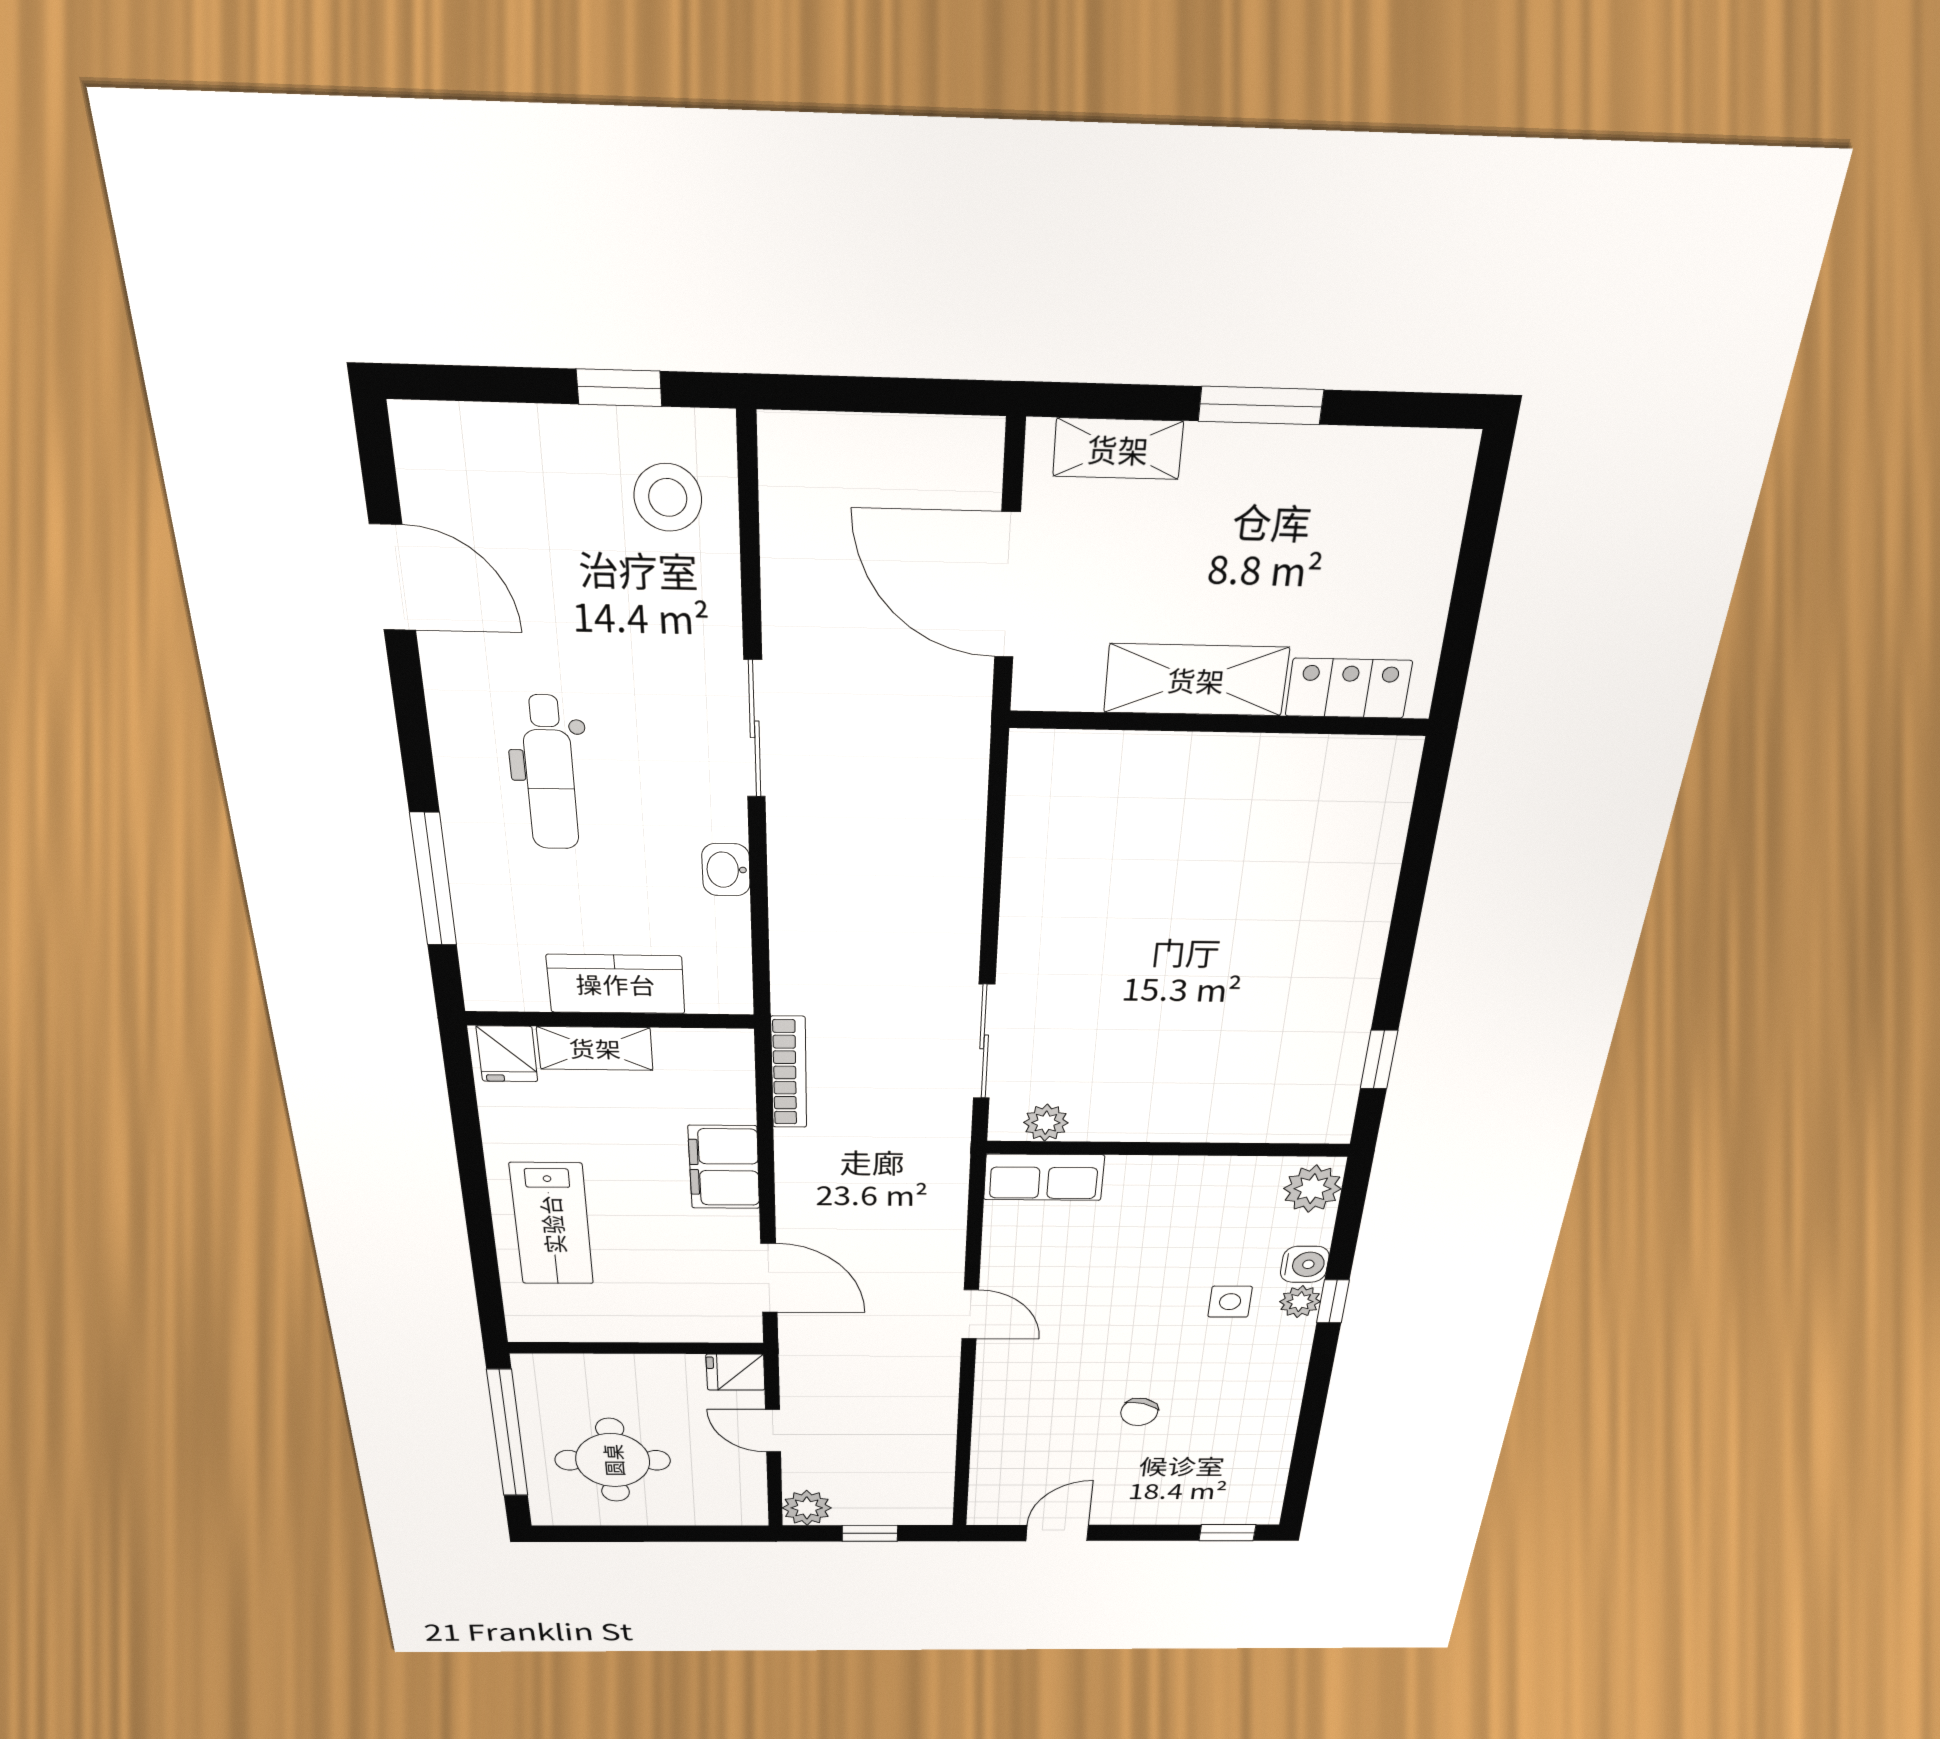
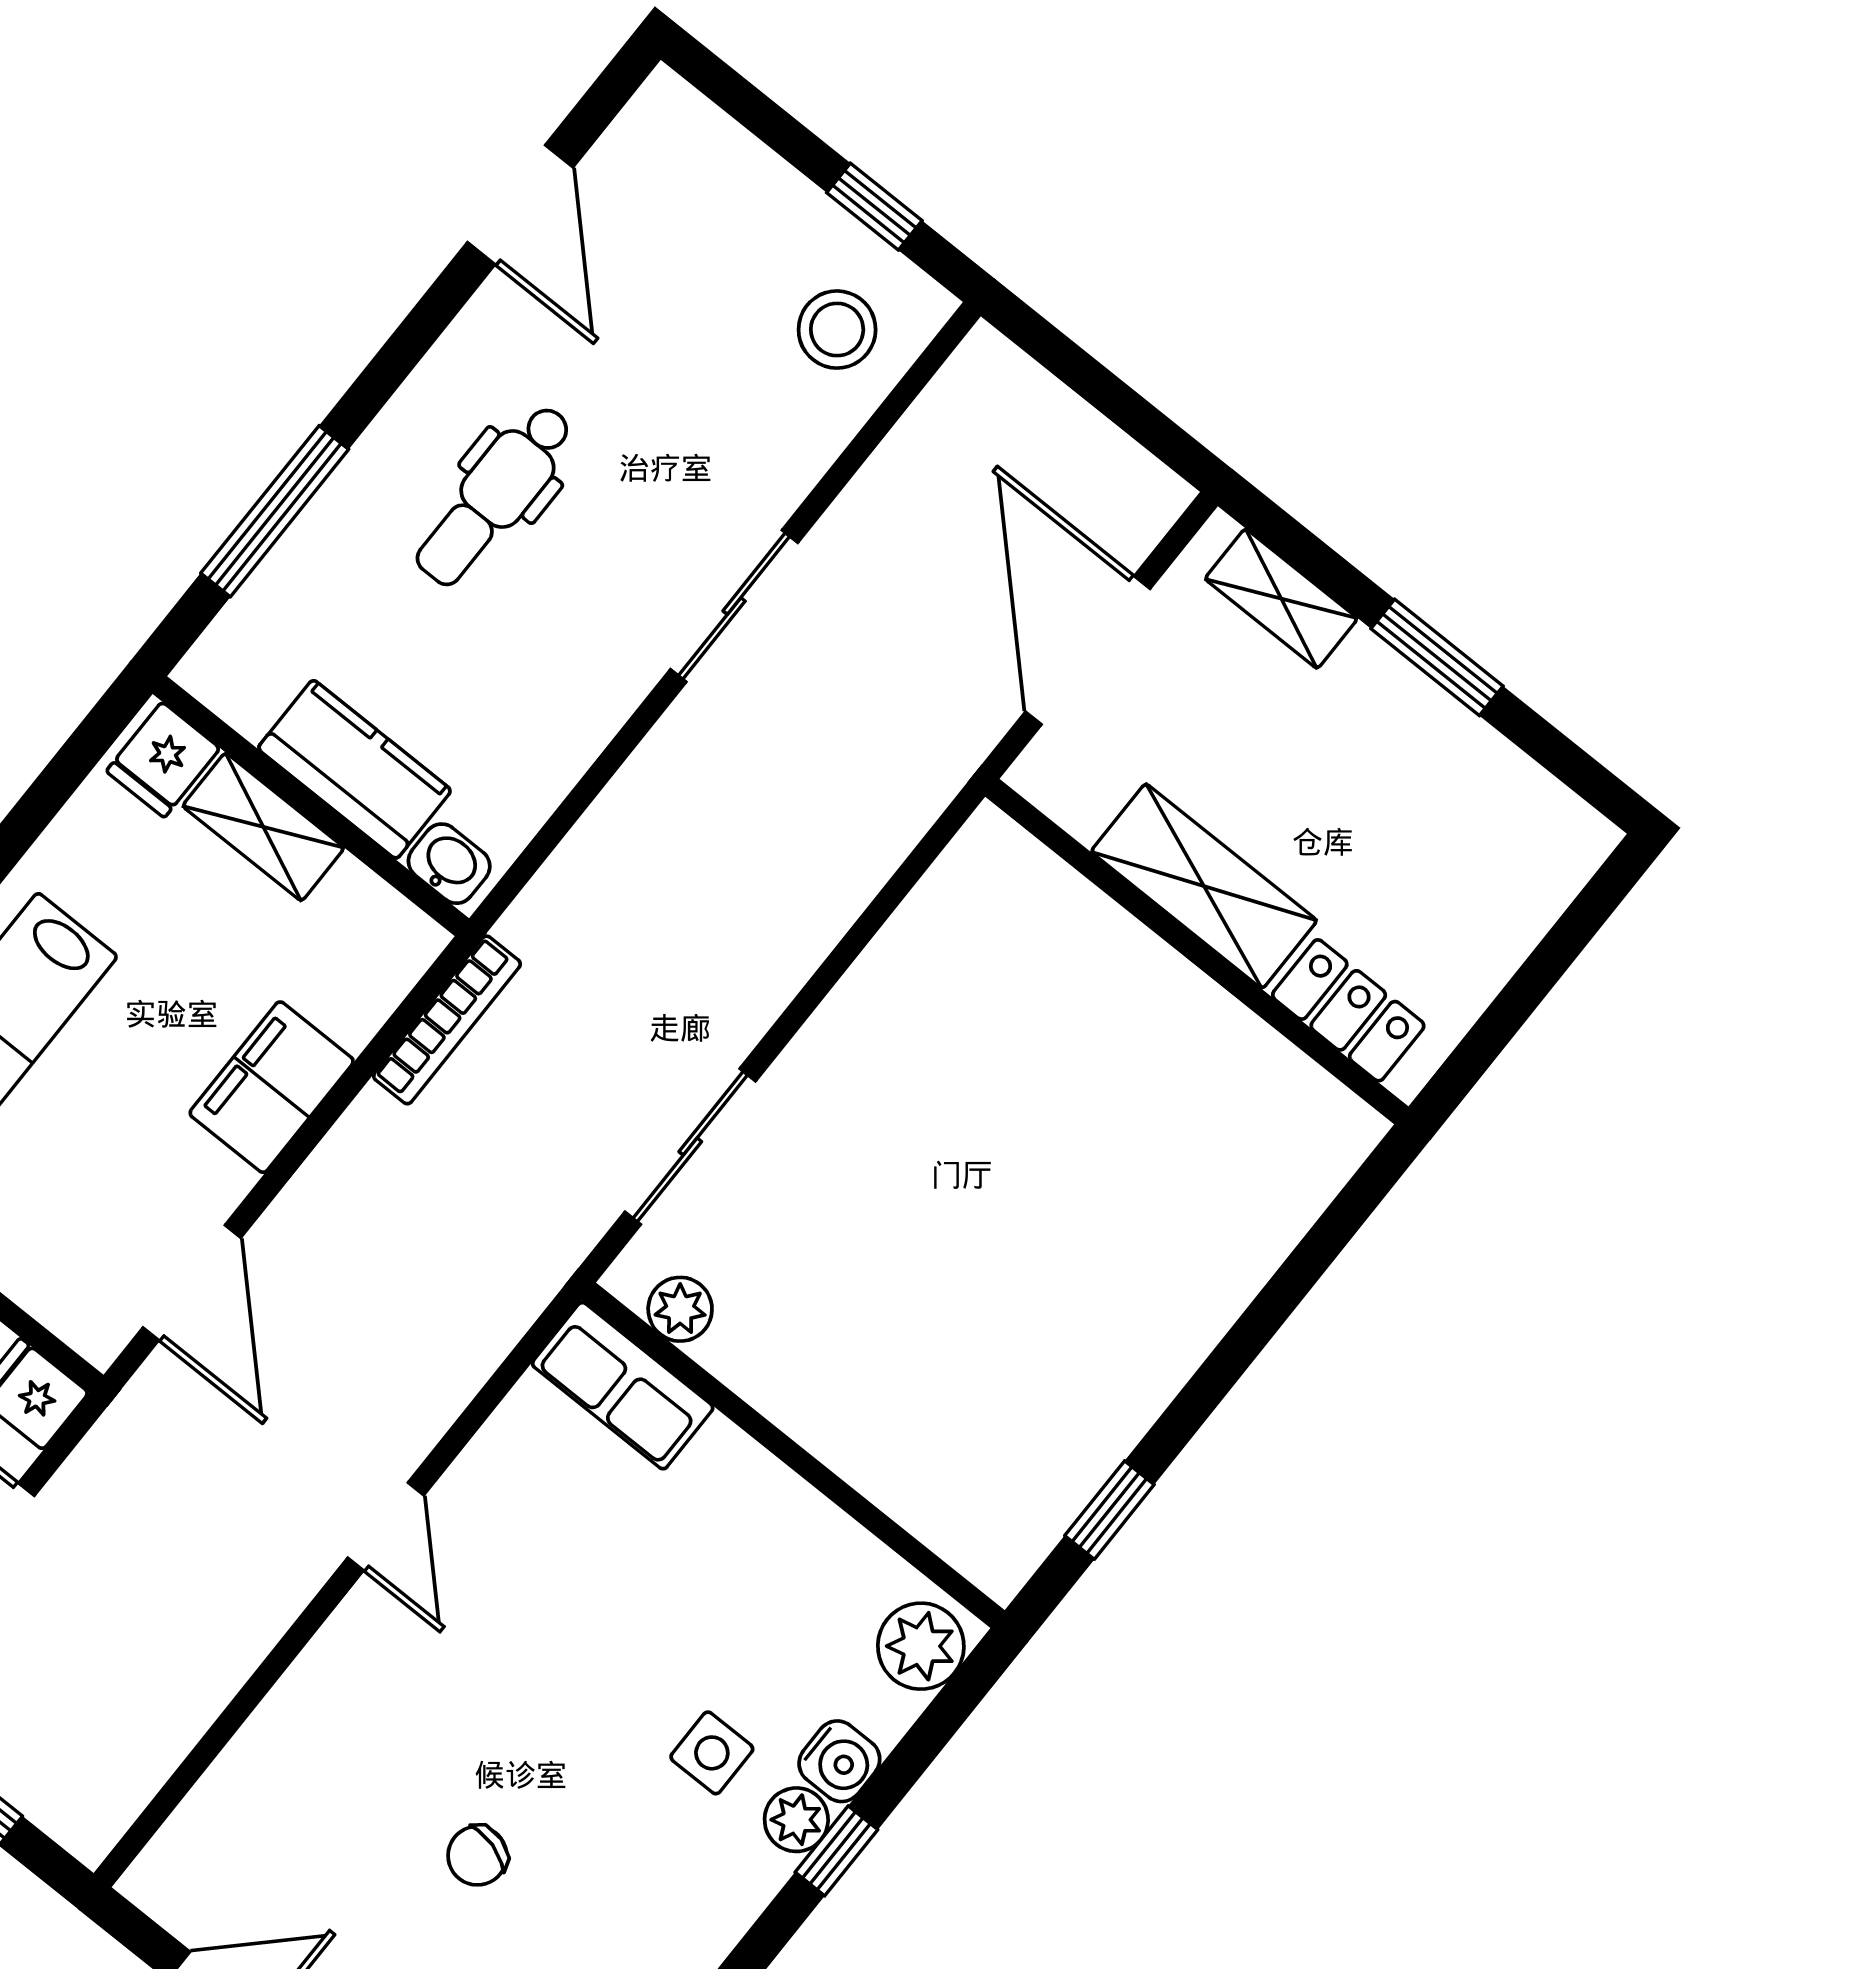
washbasin: (726, 870) -> (449, 864), moved, turned 90

